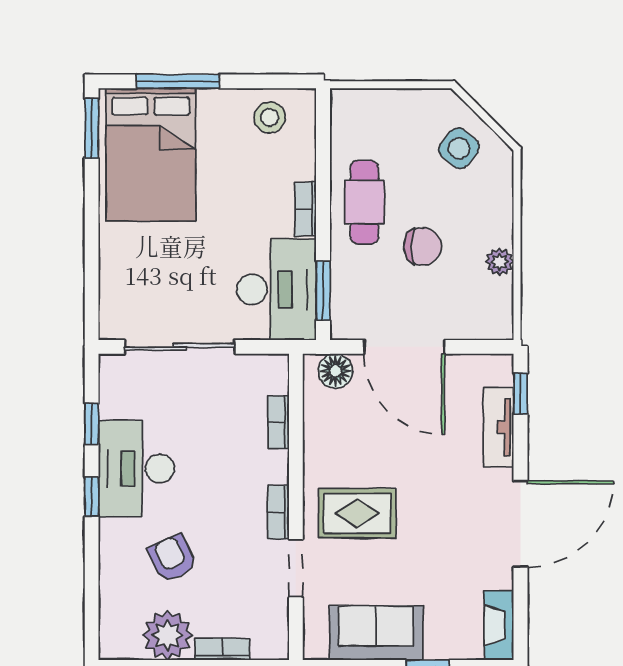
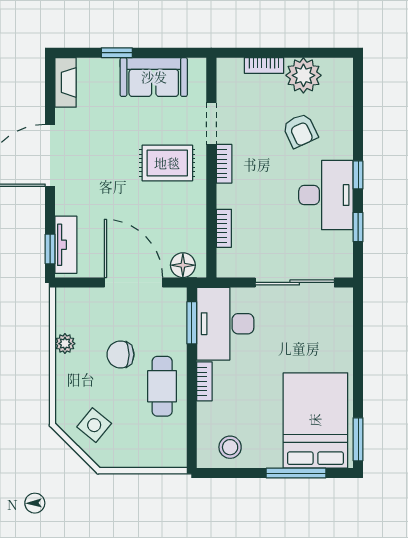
tv unit: (498, 427) -> (66, 245), moved

